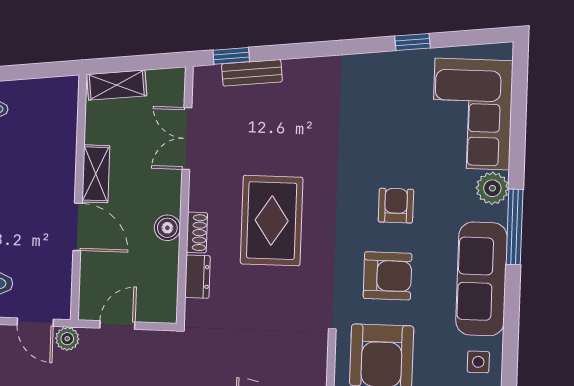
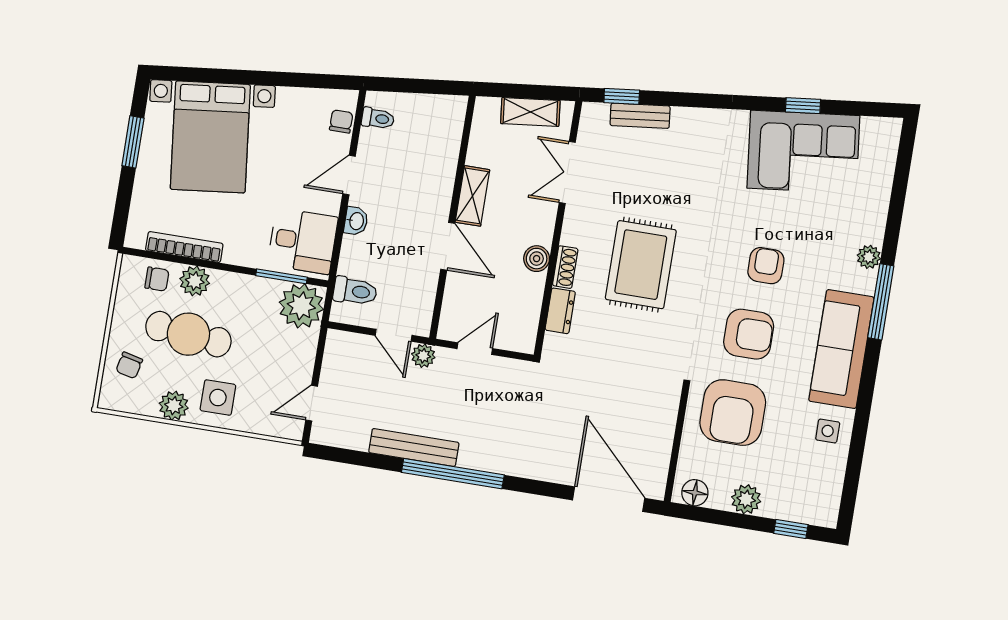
shelving: (117, 85) -> (530, 112), moved
corner sofa: (472, 114) -> (803, 152), moved, turned -96
plant: (492, 188) -> (869, 257), width x0.73, depth x0.73

